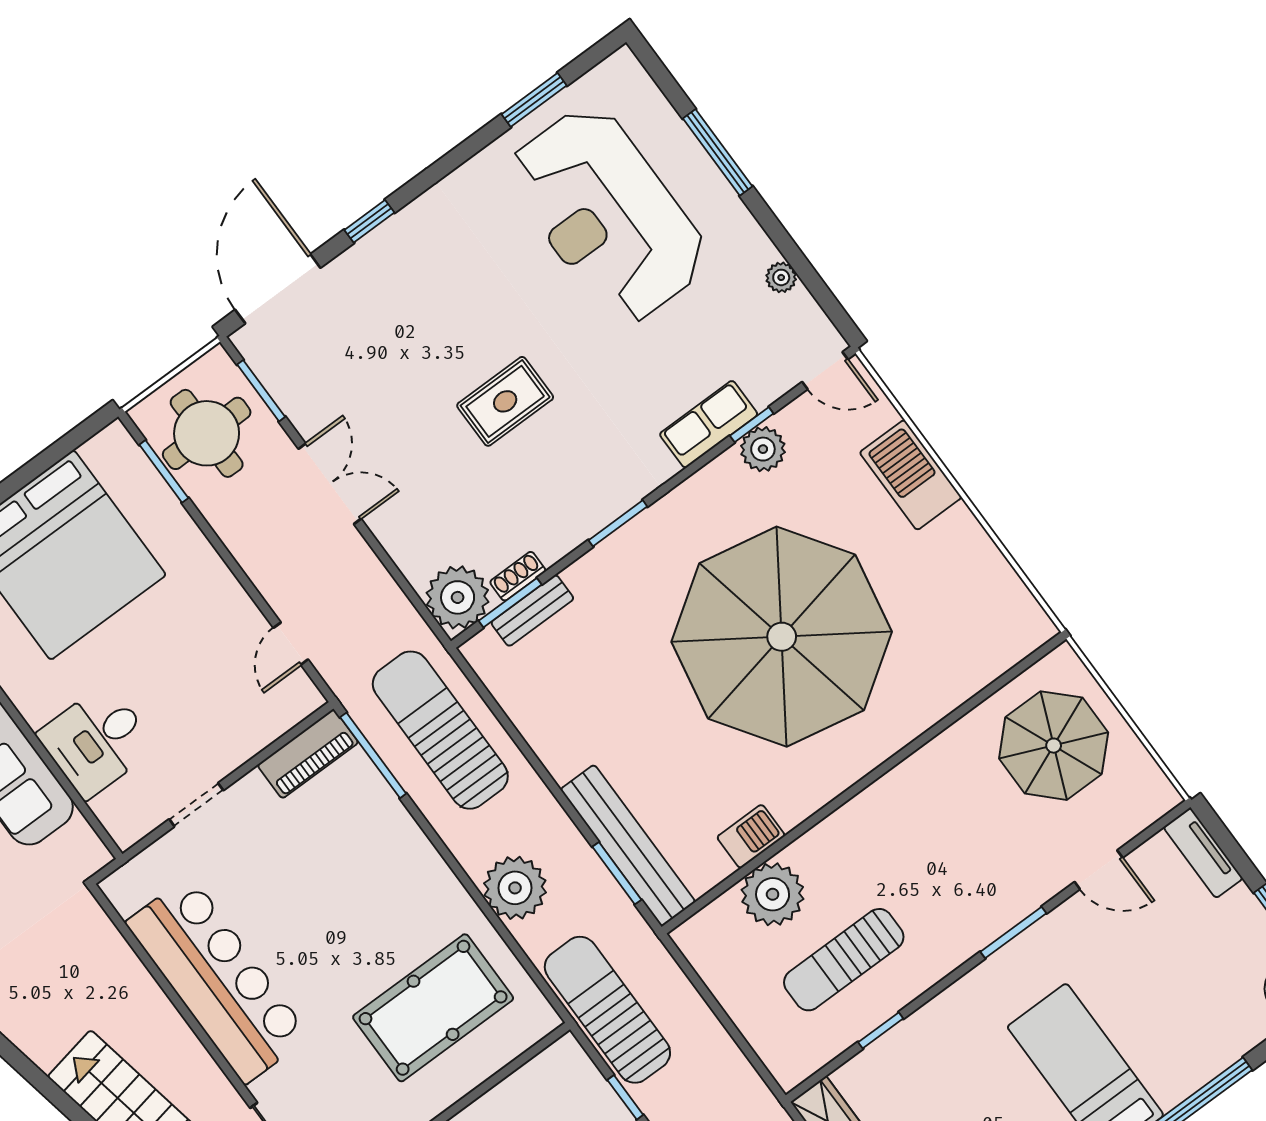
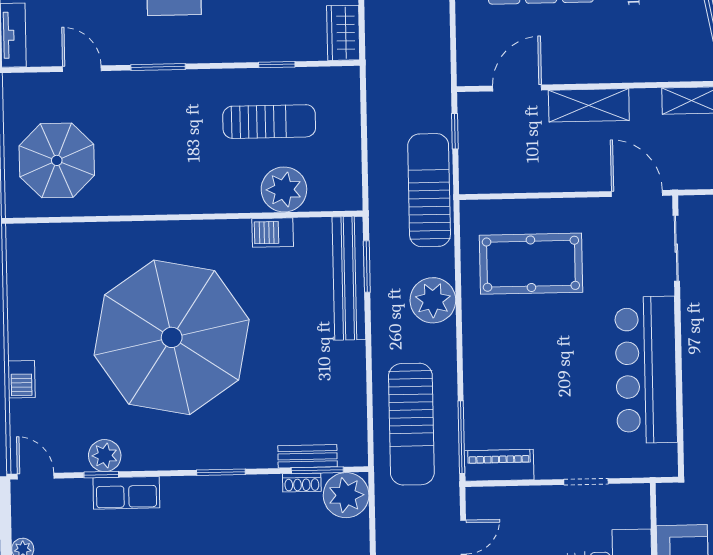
barbecue: (911, 475) -> (21, 379), width x0.53, depth x0.65
sun lounger: (607, 1010) -> (429, 190), turned 180

